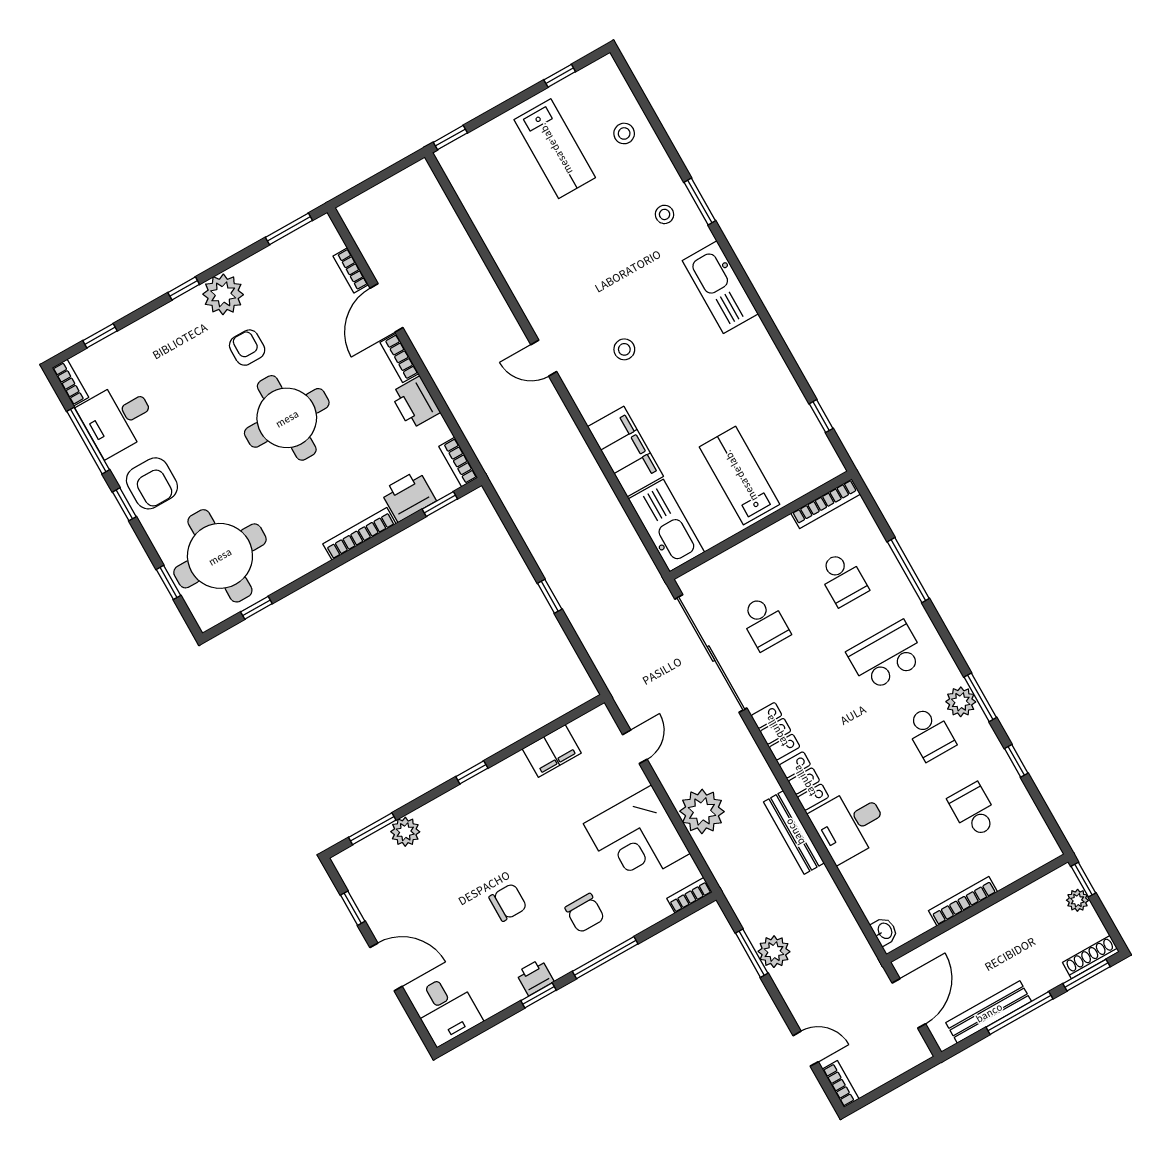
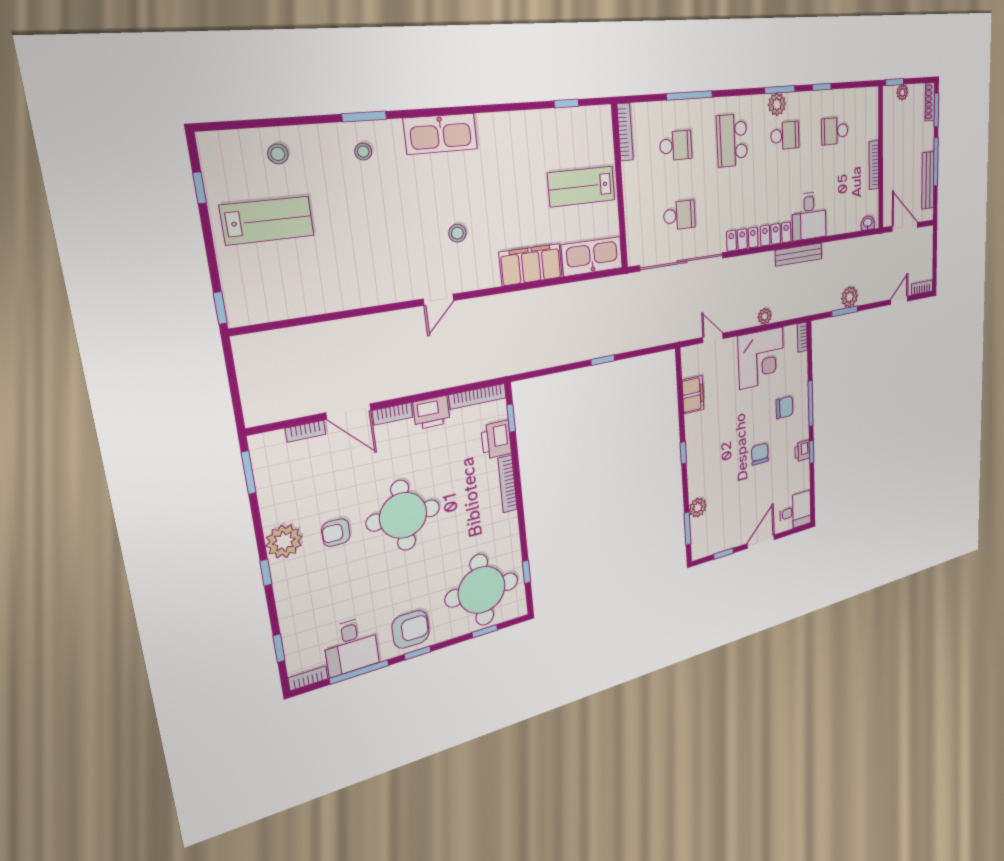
bookcase: (458, 462) -> (478, 396), width x1.56
plant: (702, 811) -> (765, 316), width x0.53, depth x0.53

